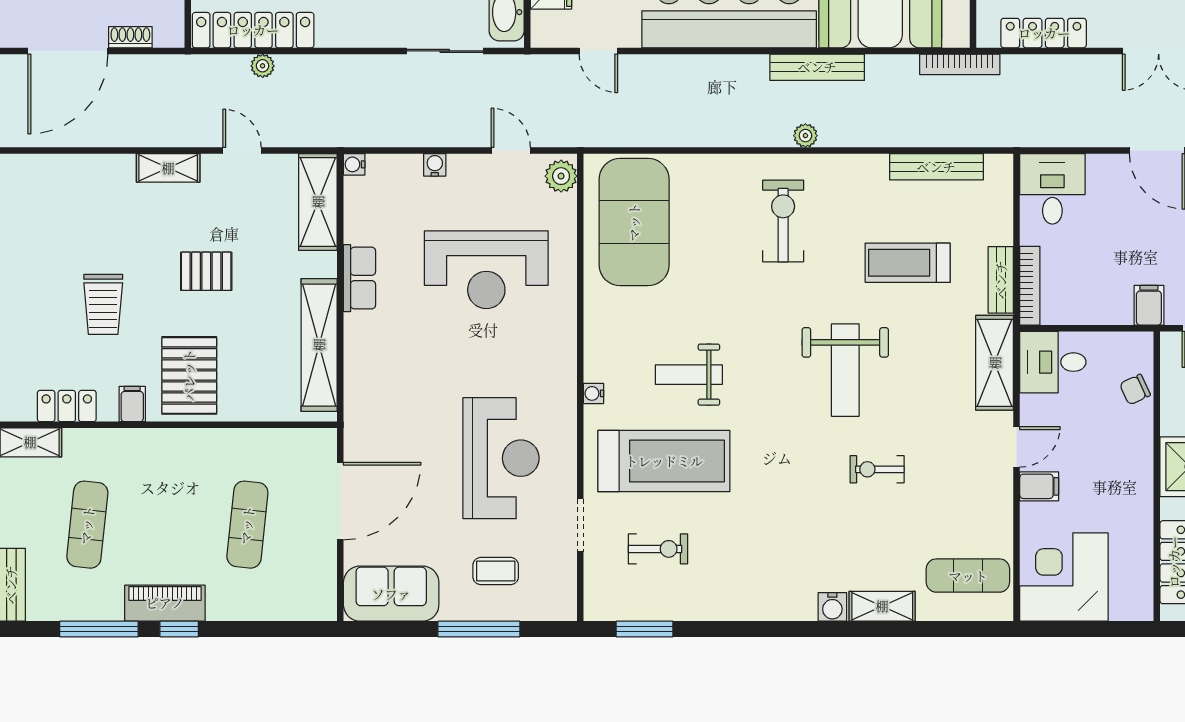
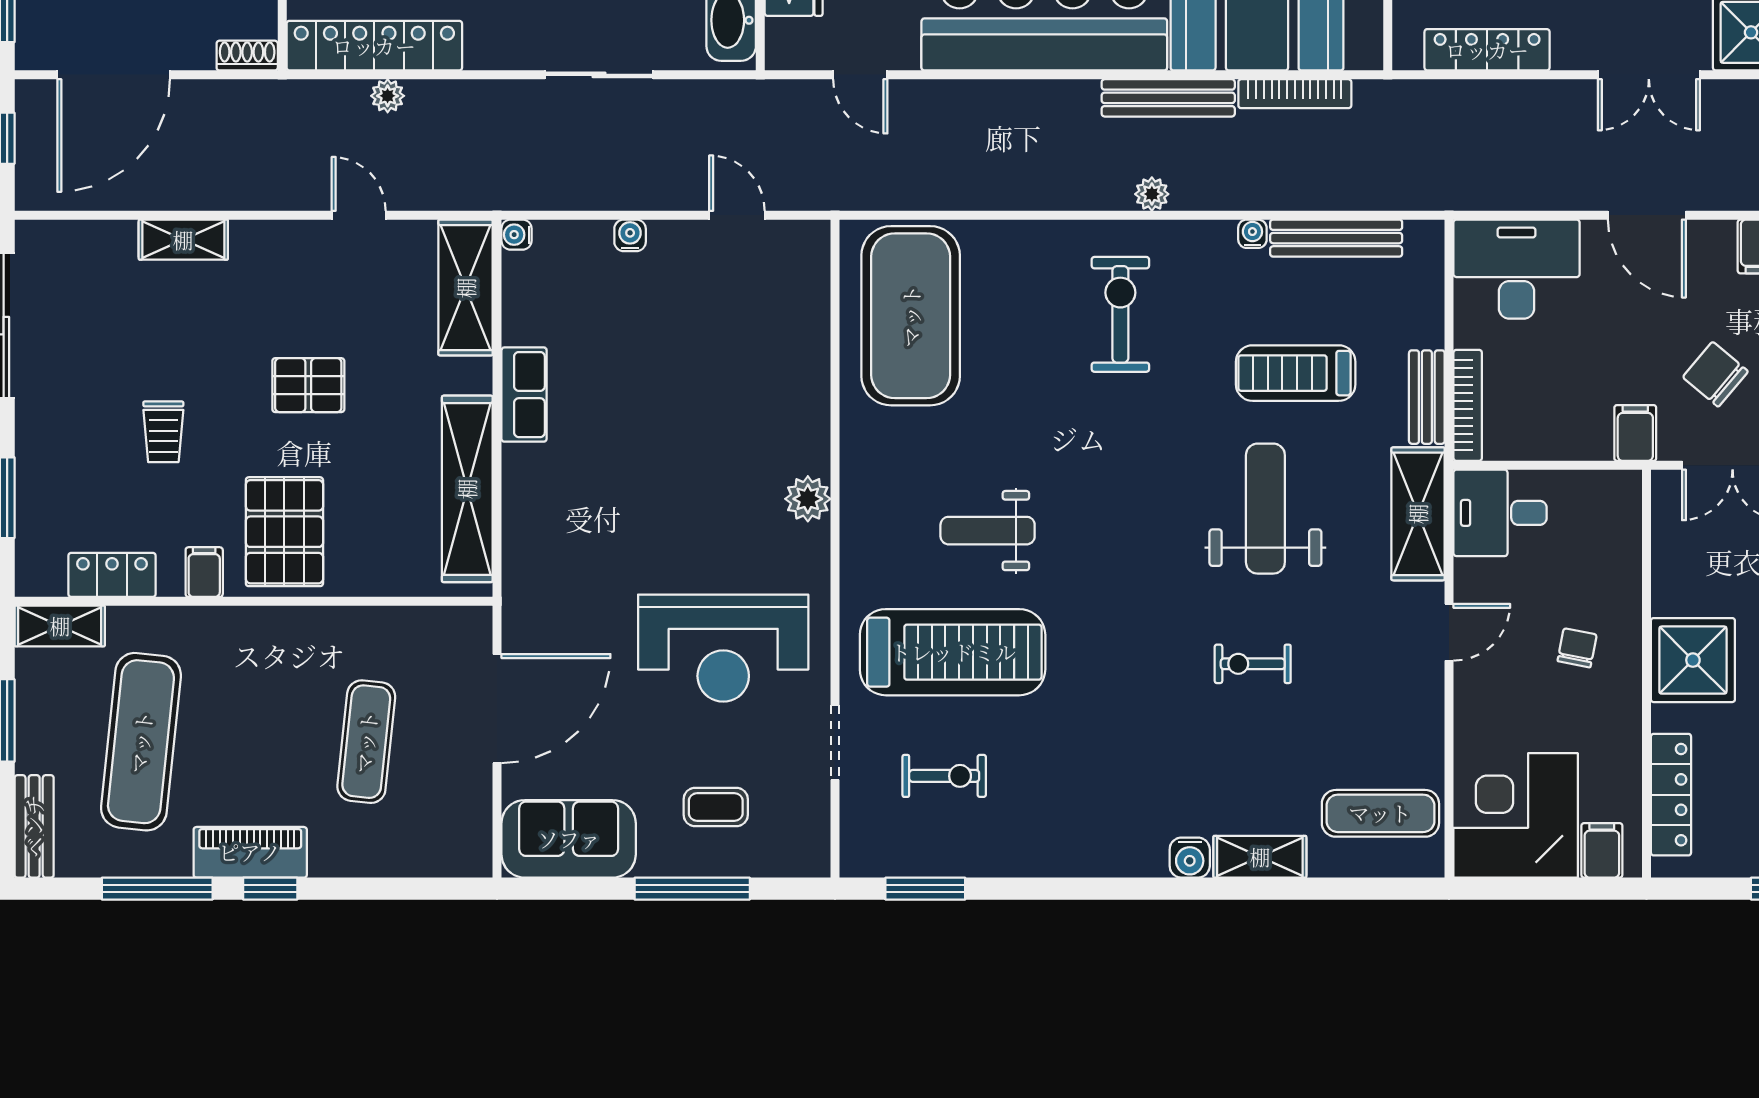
shoe rack: (130, 37) -> (247, 56), moved
sliding door: (445, 51) -> (599, 75), moved
bookcase: (960, 64) -> (1295, 94), moved
shelving: (168, 168) -> (183, 240), moved
plant: (561, 176) -> (808, 499), moved
desk: (1052, 189) -> (1517, 269), width x1.37
reception desk: (486, 270) -> (703, 383), removed
trolley: (103, 304) -> (163, 432), width x0.73, depth x0.72
weight bench: (845, 370) -> (1265, 509), moved, turned 180
chair: (1135, 390) -> (1577, 648), moved, turned 126
water cooler: (594, 393) -> (1252, 234), moved, turned 90
reception desk: (501, 458) -> (723, 648), turned 90
filing cabinet: (1039, 486) -> (1602, 850), moved, turned -90
exercise mat: (87, 525) -> (141, 742), width x1.36, depth x1.45

